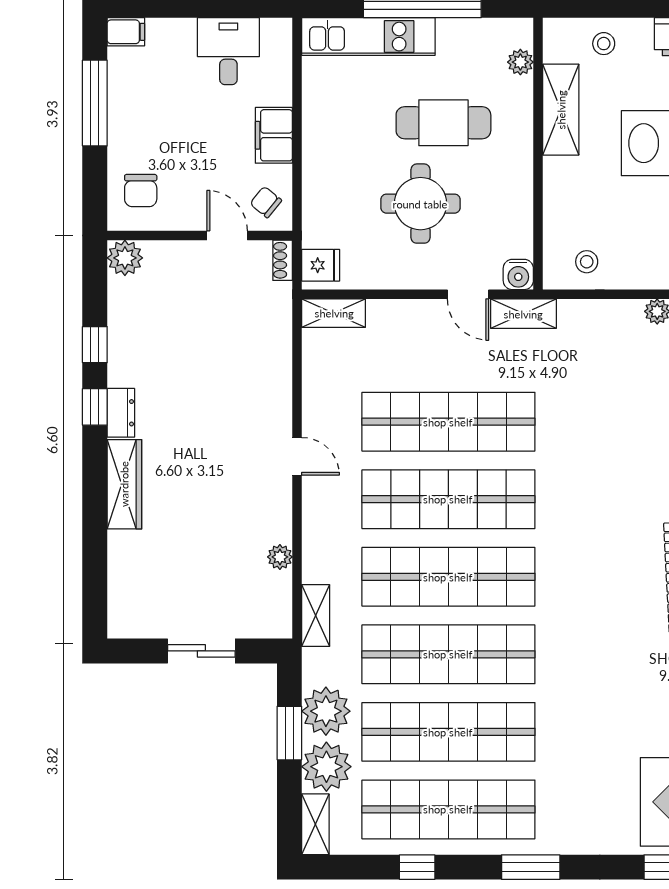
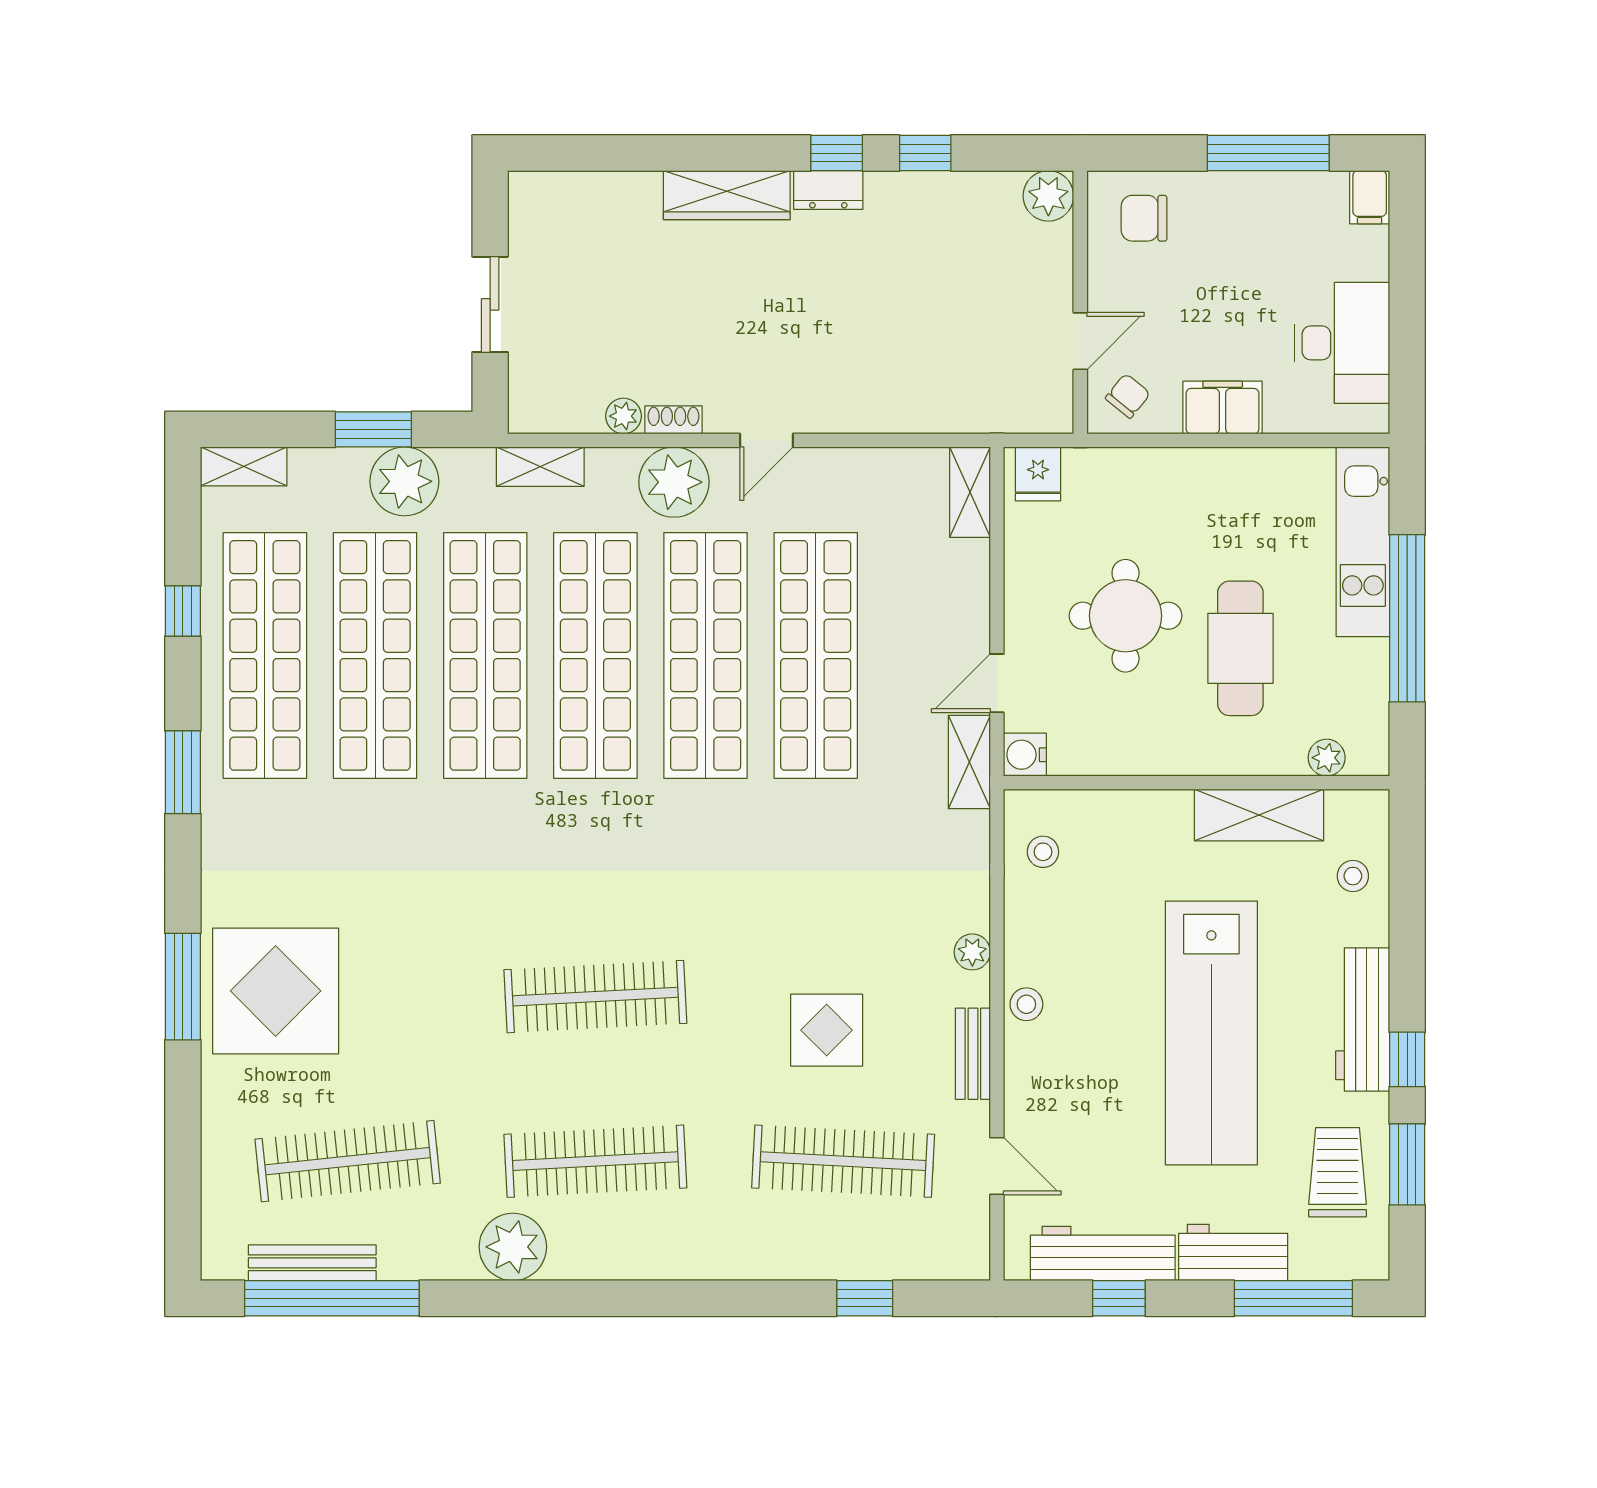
desk: (228, 51) -> (1342, 343), width x1.37
shoe rack: (283, 260) -> (673, 420), moved
plant: (326, 767) -> (674, 482), moved

